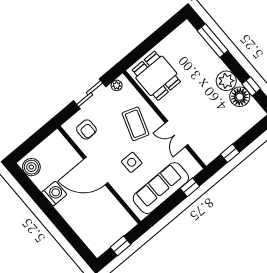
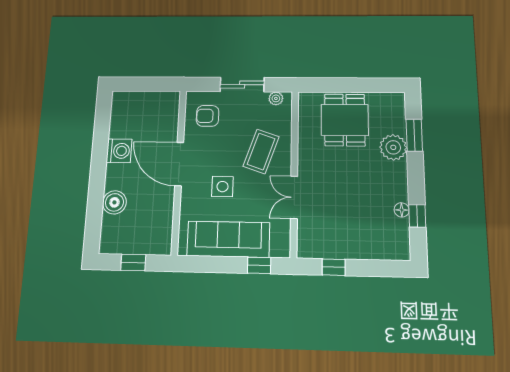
window: (213, 41) -> (414, 135), width x0.69
dining table: (156, 76) -> (345, 120), moved
plant: (226, 81) -> (393, 147), moved
floor lamp: (240, 97) -> (402, 210), width x0.53, depth x0.53
armchair: (86, 130) -> (208, 116), turned 90
boiler: (31, 167) -> (114, 202), moved

